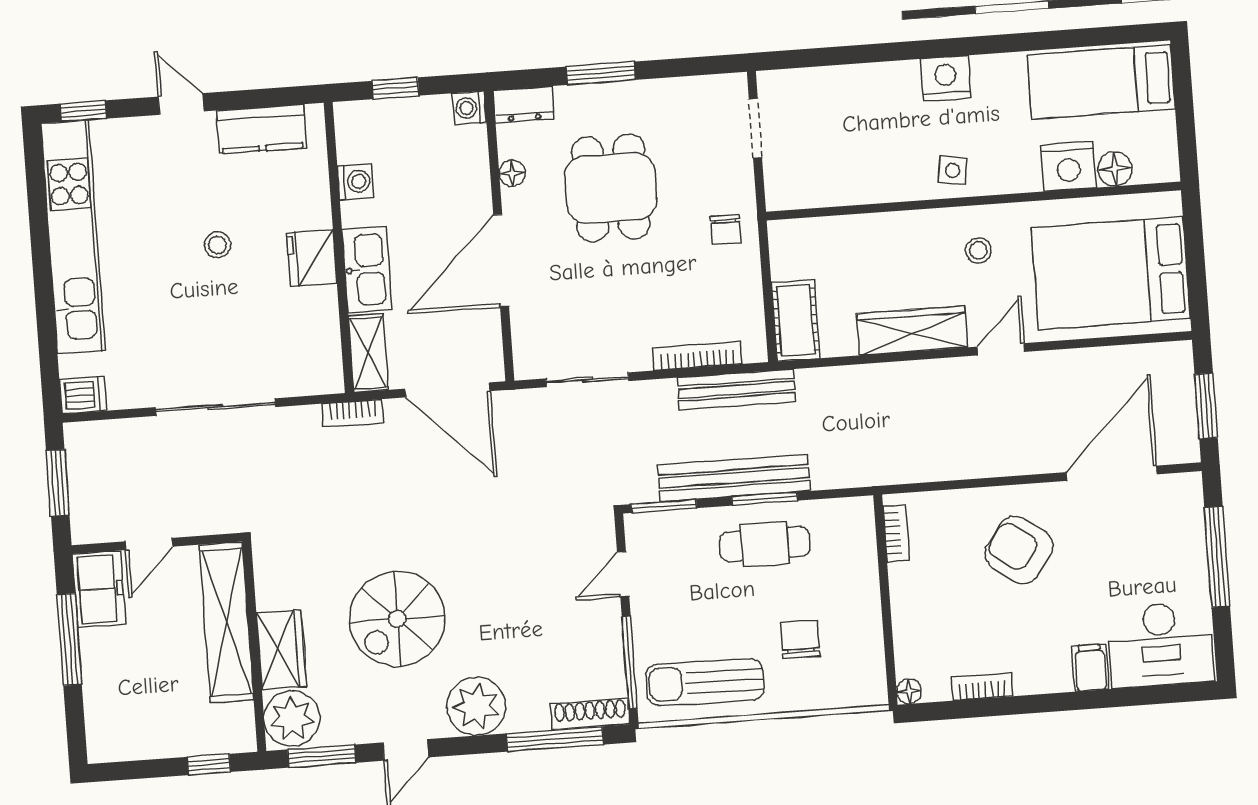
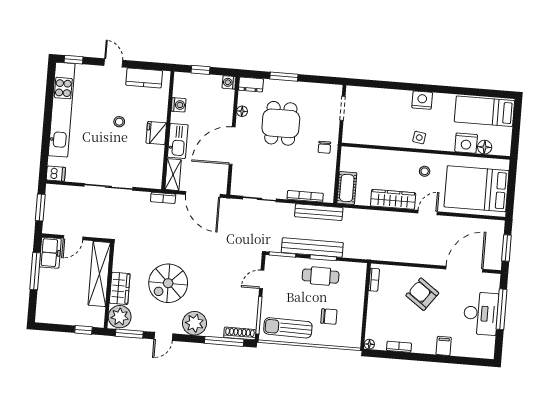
chair: (800, 639) -> (329, 317), turned 90
desk: (1161, 645) -> (481, 313), moved, turned -90

